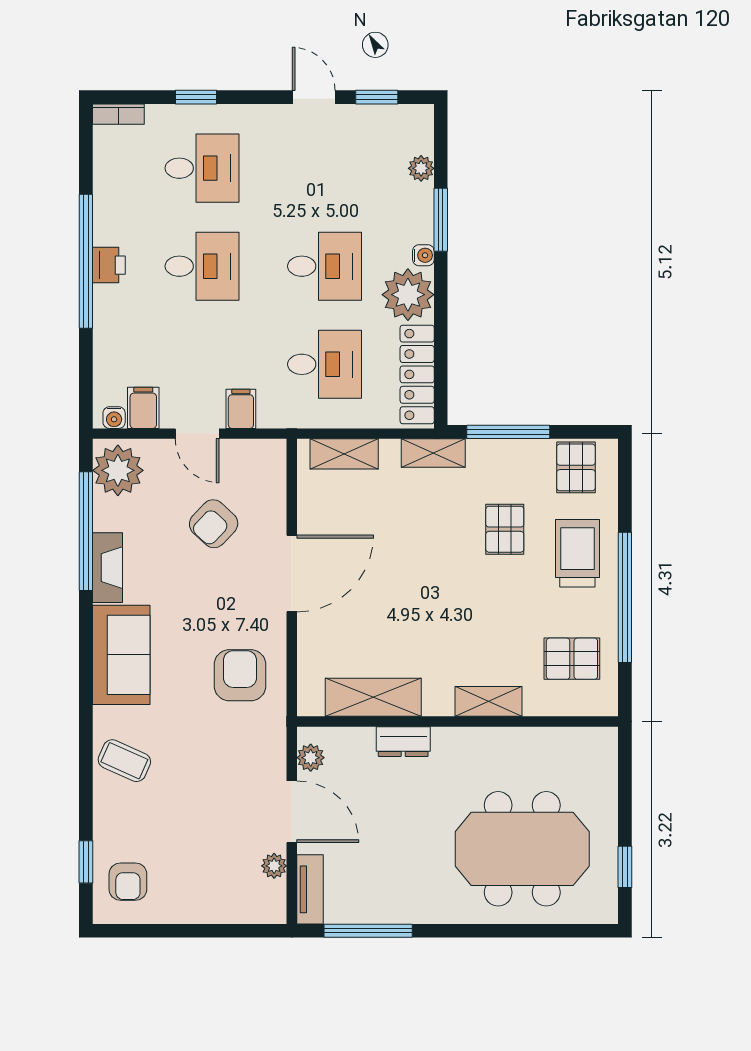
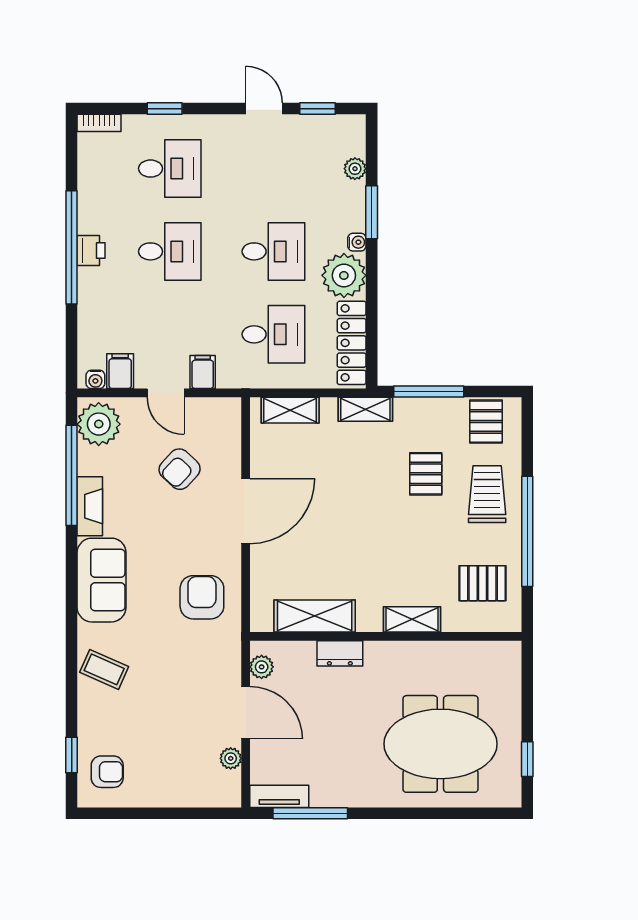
armchair: (128, 882) -> (107, 772), turned -90
tv unit: (310, 889) -> (279, 796), moved, turned -90

